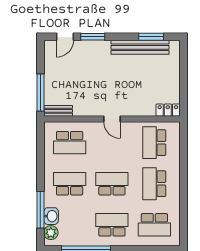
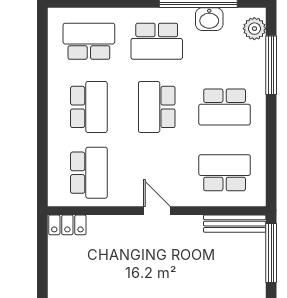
bench: (58, 111) -> (235, 224), width x1.36
school desk: (112, 184) -> (157, 107), turned 90
washbasin: (51, 216) -> (209, 19), moved, turned -90

